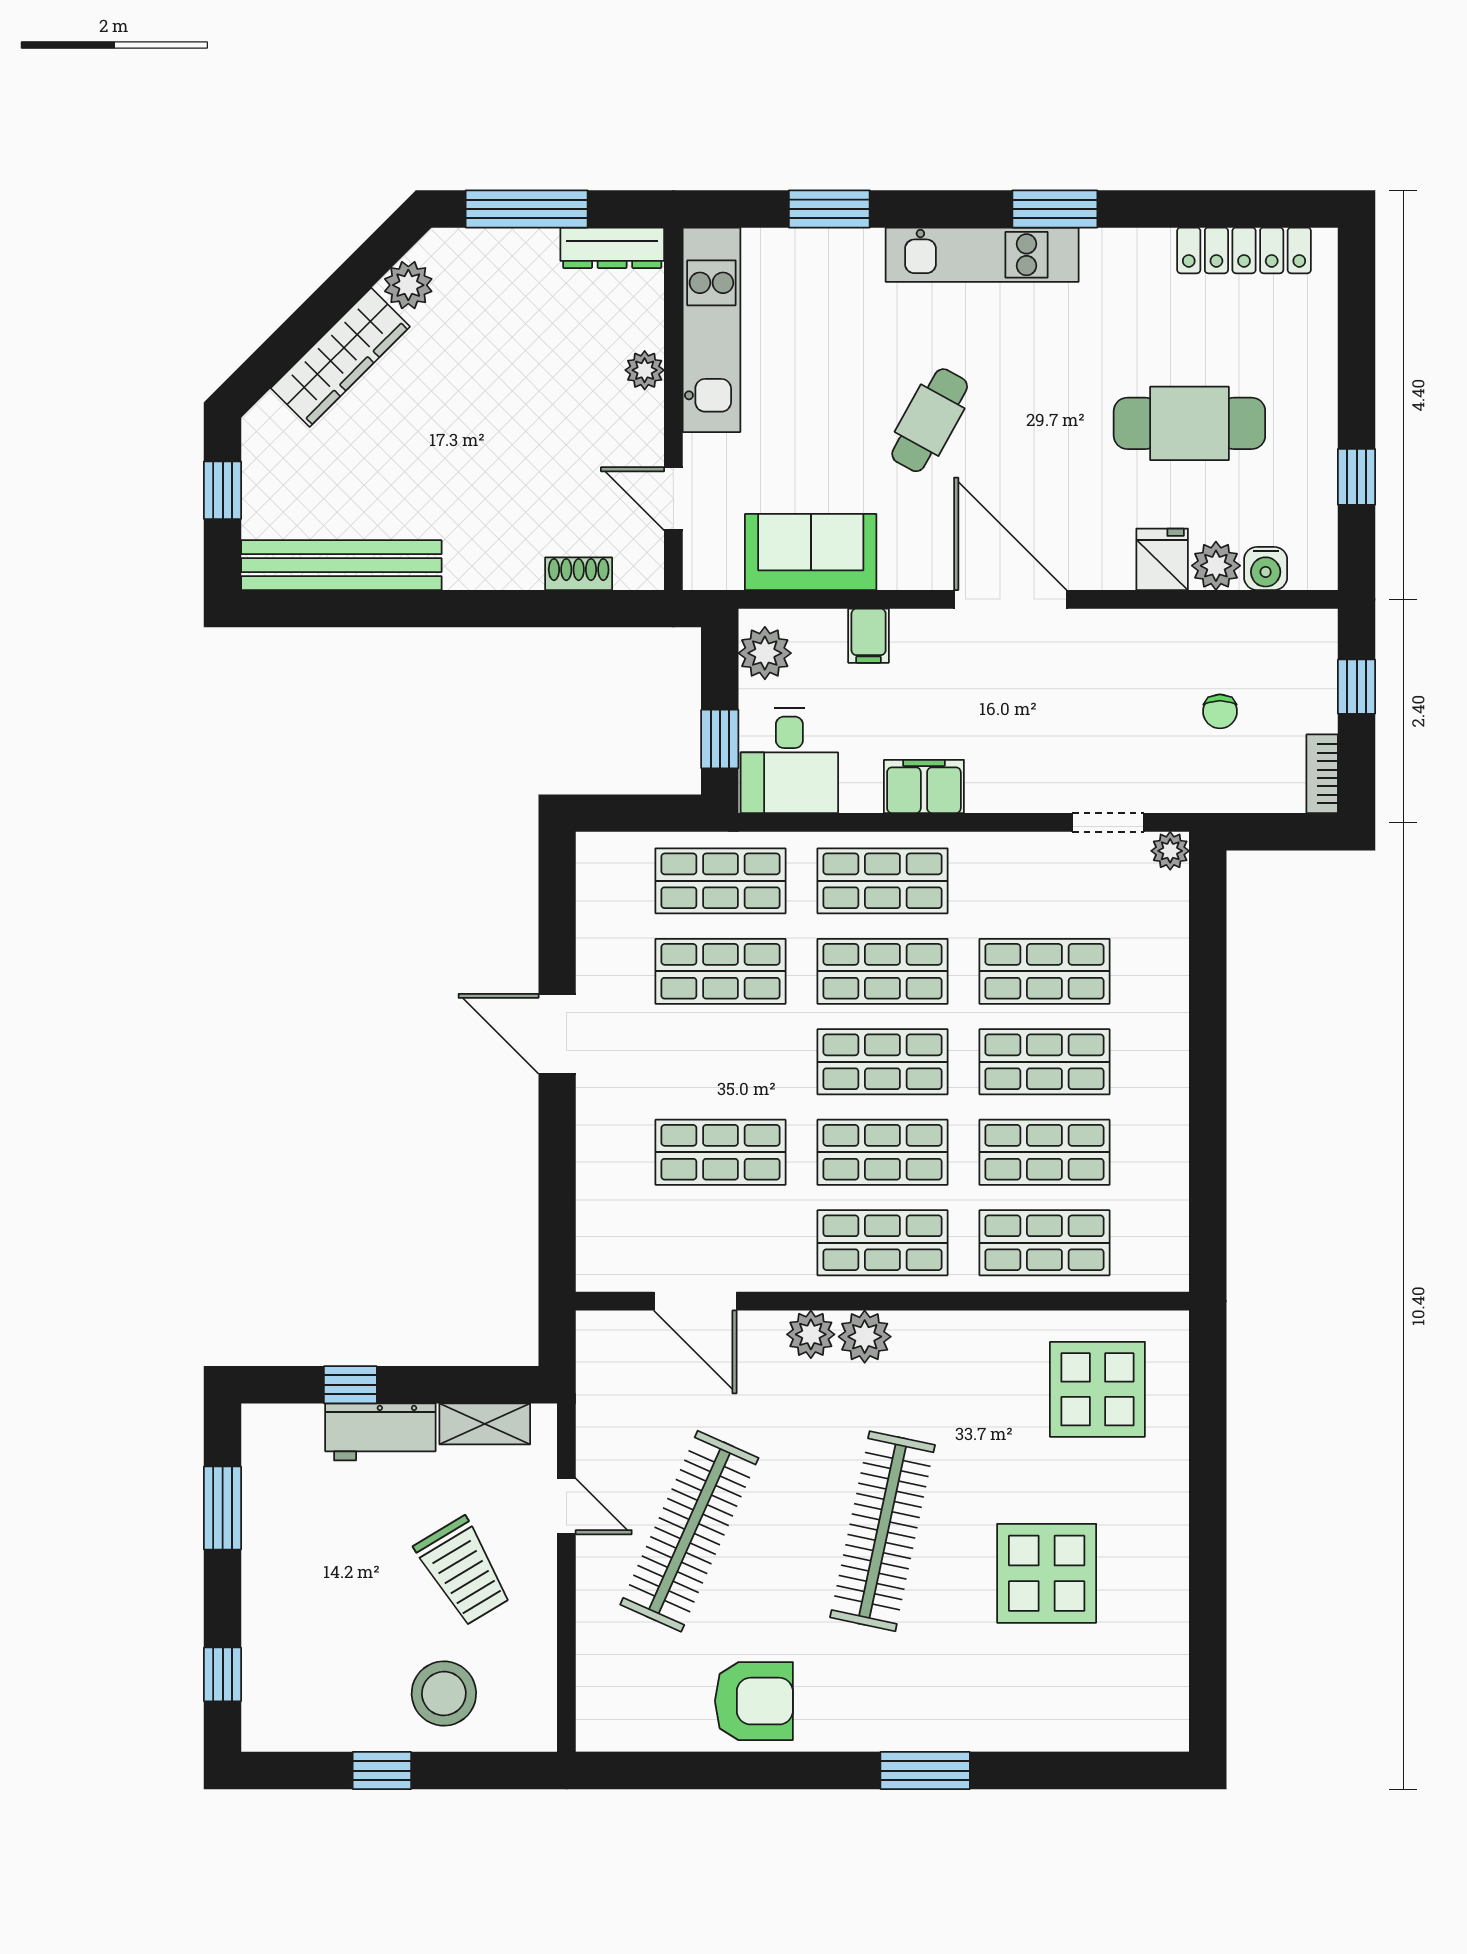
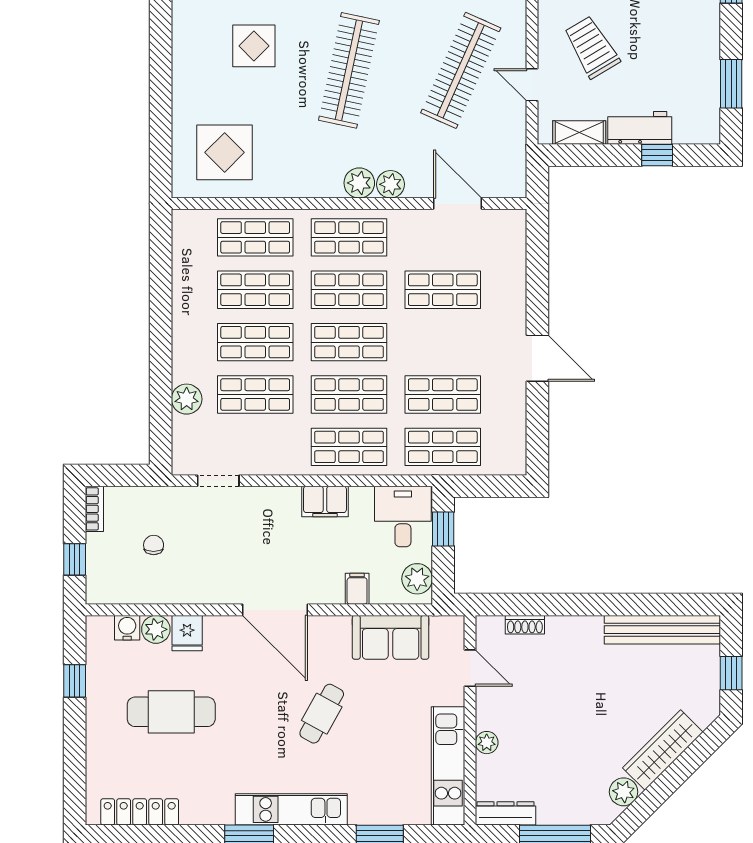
plant: (1170, 851) -> (187, 399), moved, width x1.38, depth x1.38
display table: (1047, 1573) -> (254, 46), width x0.73, depth x0.73

